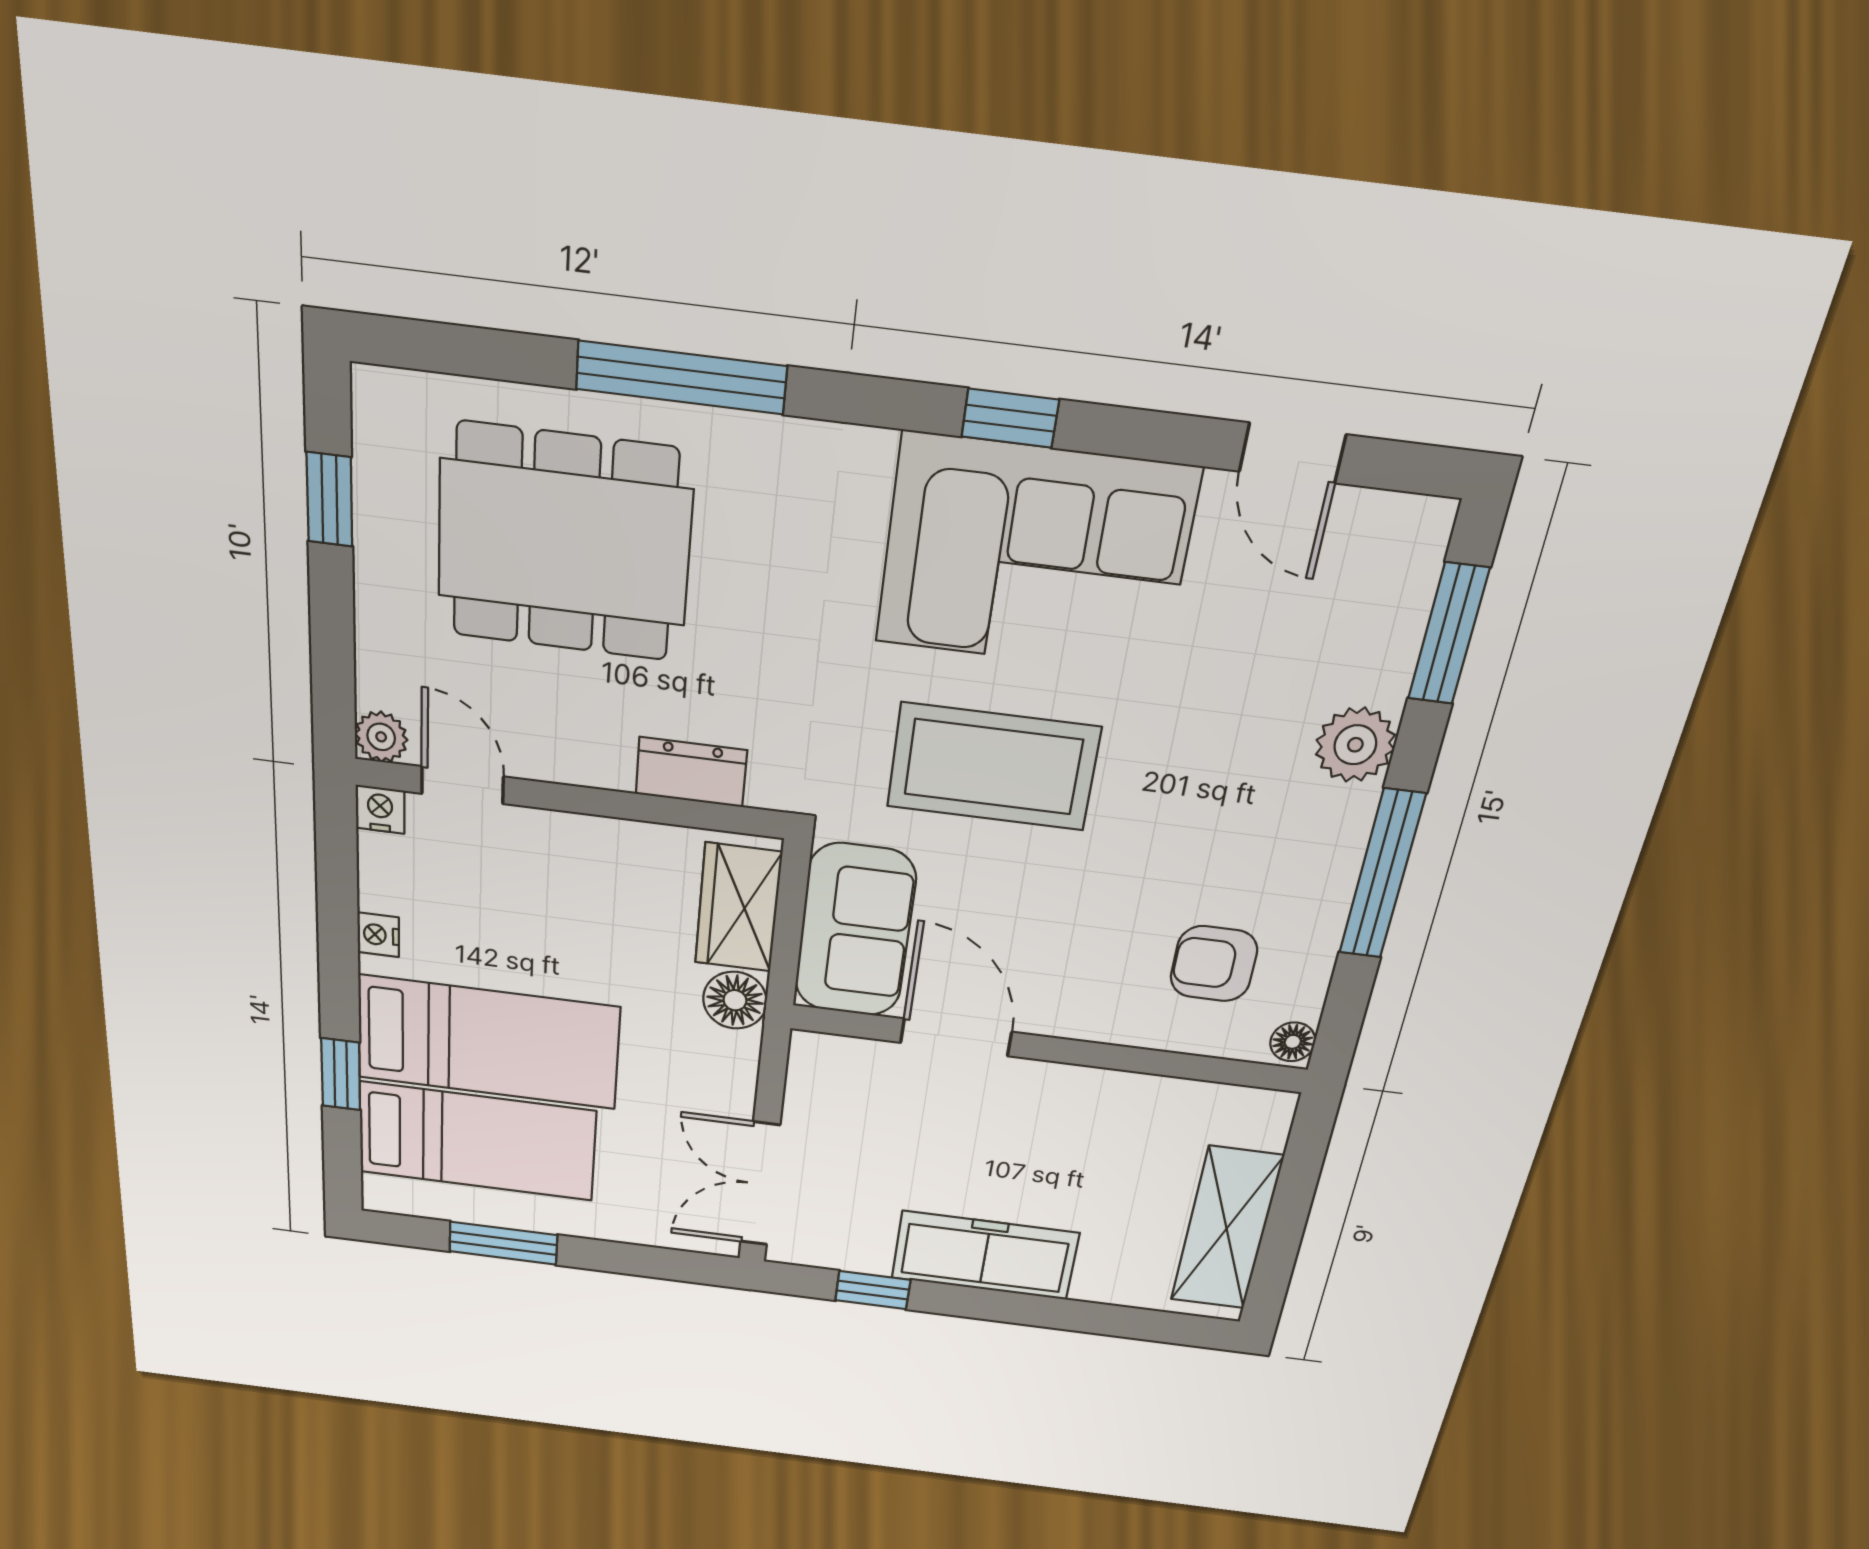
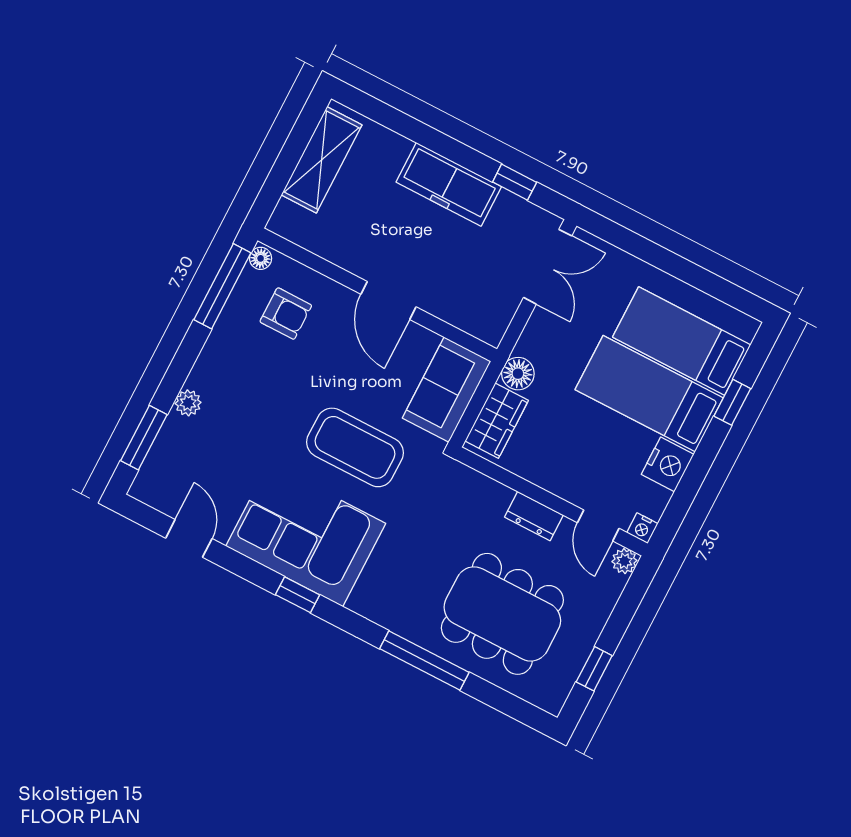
plant: (1355, 745) -> (188, 403), width x0.73, depth x0.73
dresser: (691, 772) -> (534, 516), moved
window: (1382, 874) -> (222, 286), moved
nightstand: (378, 935) -> (668, 464), width x1.89, depth x1.79
door: (956, 1037) -> (388, 301), moved
window: (503, 1243) -> (697, 277), removed

